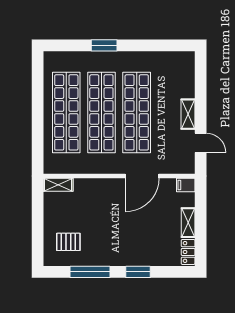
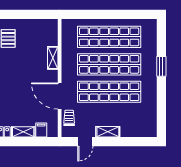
trolley: (170, 164) -> (69, 118), added
shelving: (58, 185) -> (53, 58), moved
filing cabinet: (186, 185) -> (41, 130), moved

